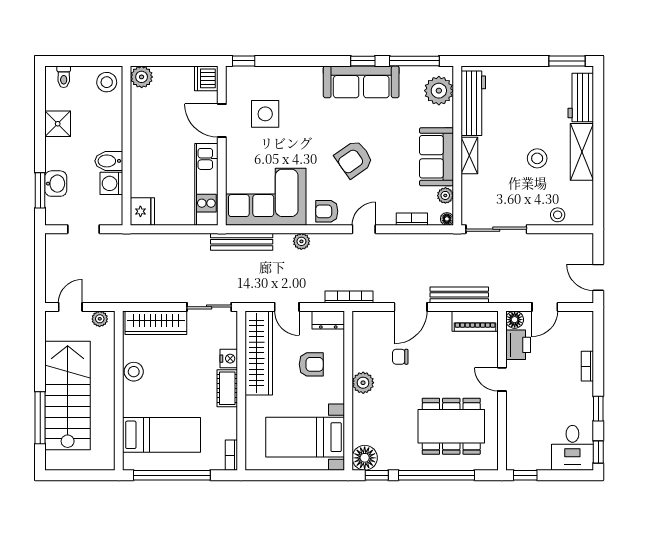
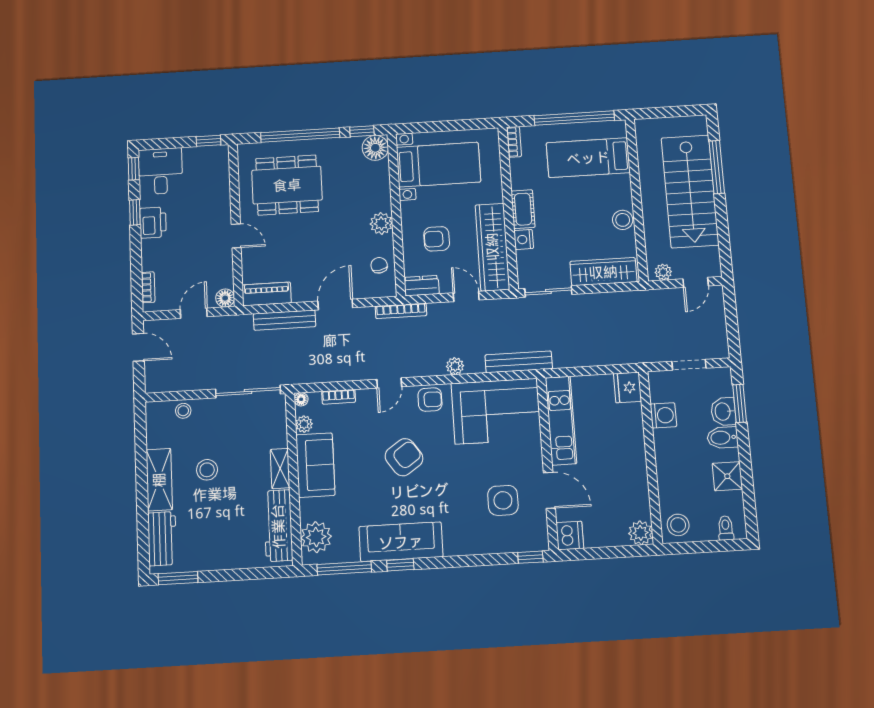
bidet: (109, 161) -> (722, 438), moved, turned 180
printer: (518, 345) -> (153, 223), moved, turned 180
chair: (400, 357) -> (379, 265), moved, turned -100
bookcase: (587, 366) -> (148, 287), moved

